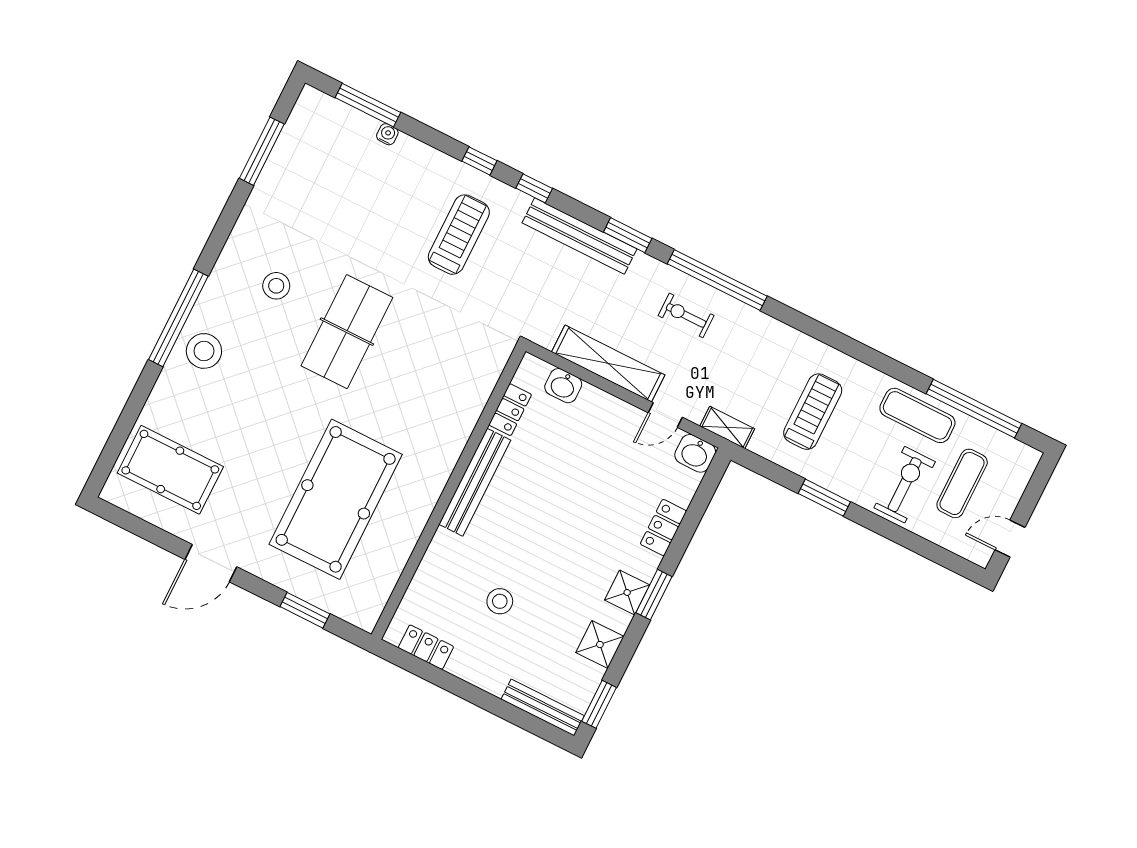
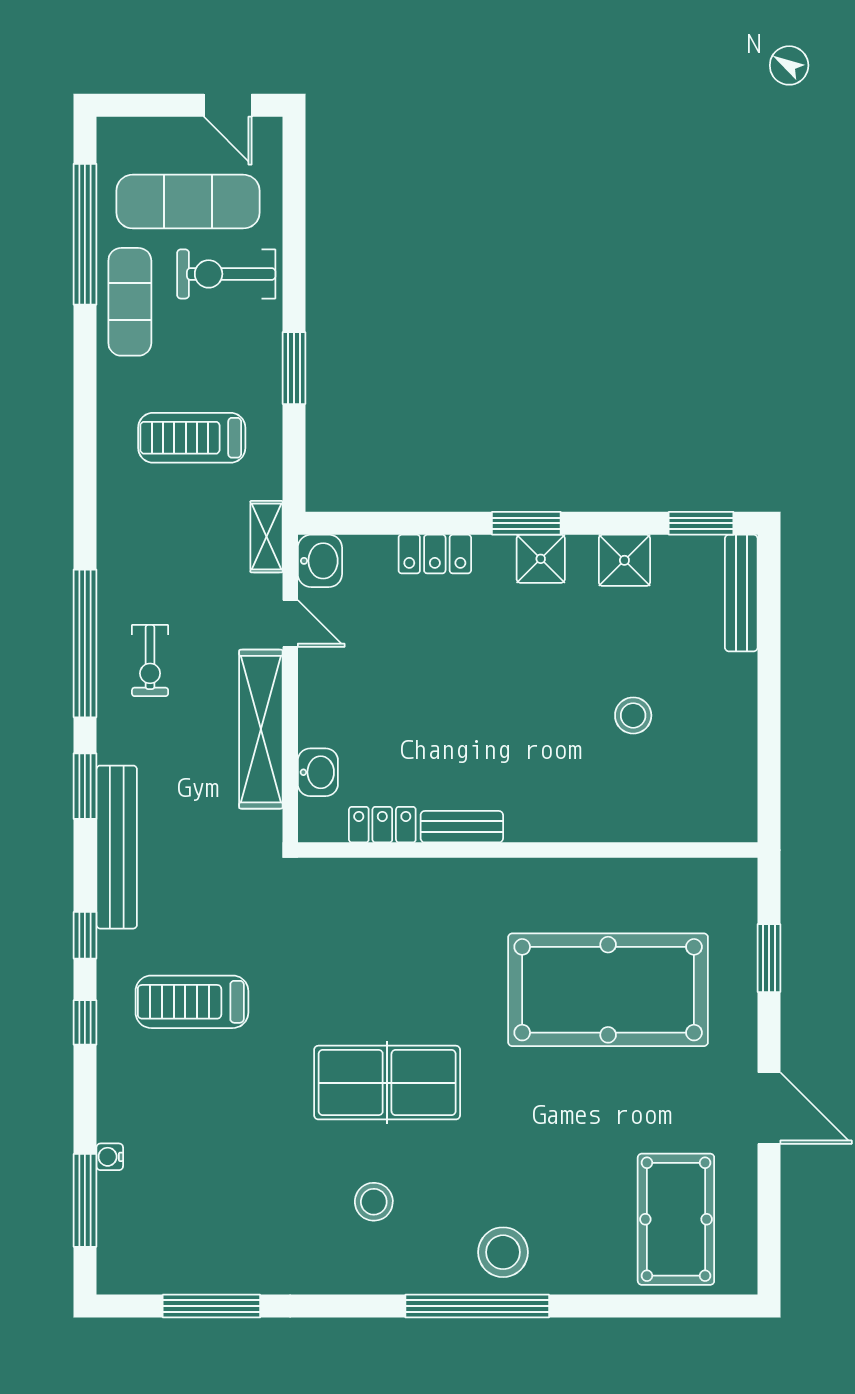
bench: (475, 482) -> (462, 827), width x0.54, depth x0.82
exercise mat: (962, 483) -> (188, 202), width x1.36, depth x1.45
locker: (426, 647) -> (739, 780), removed

